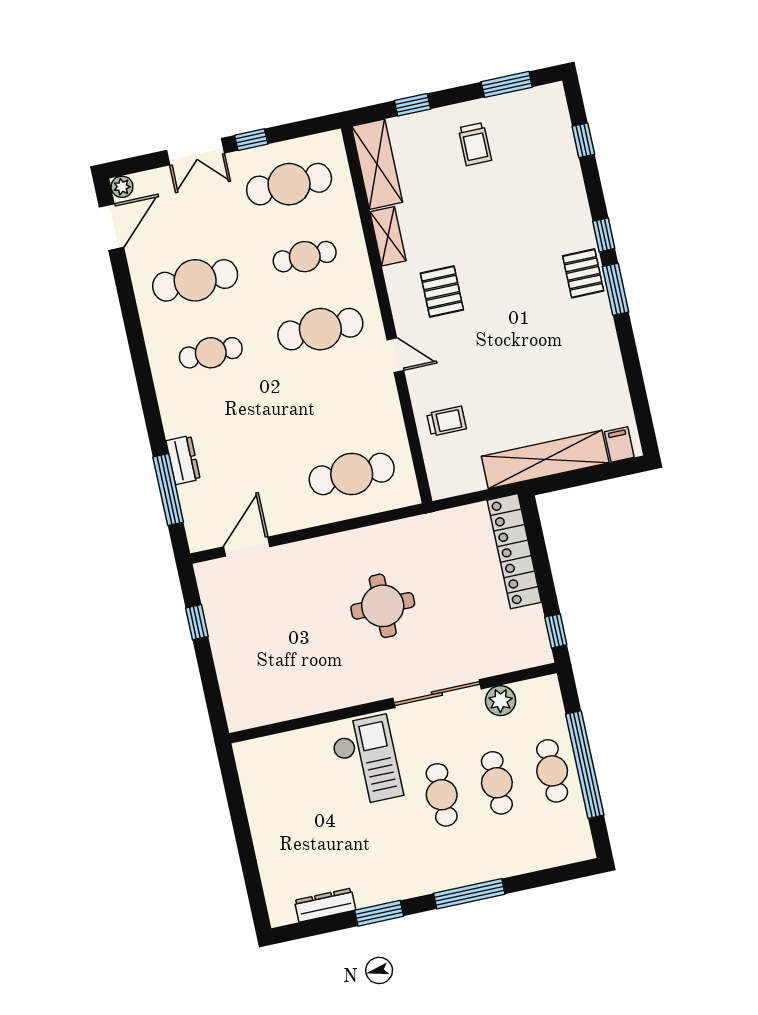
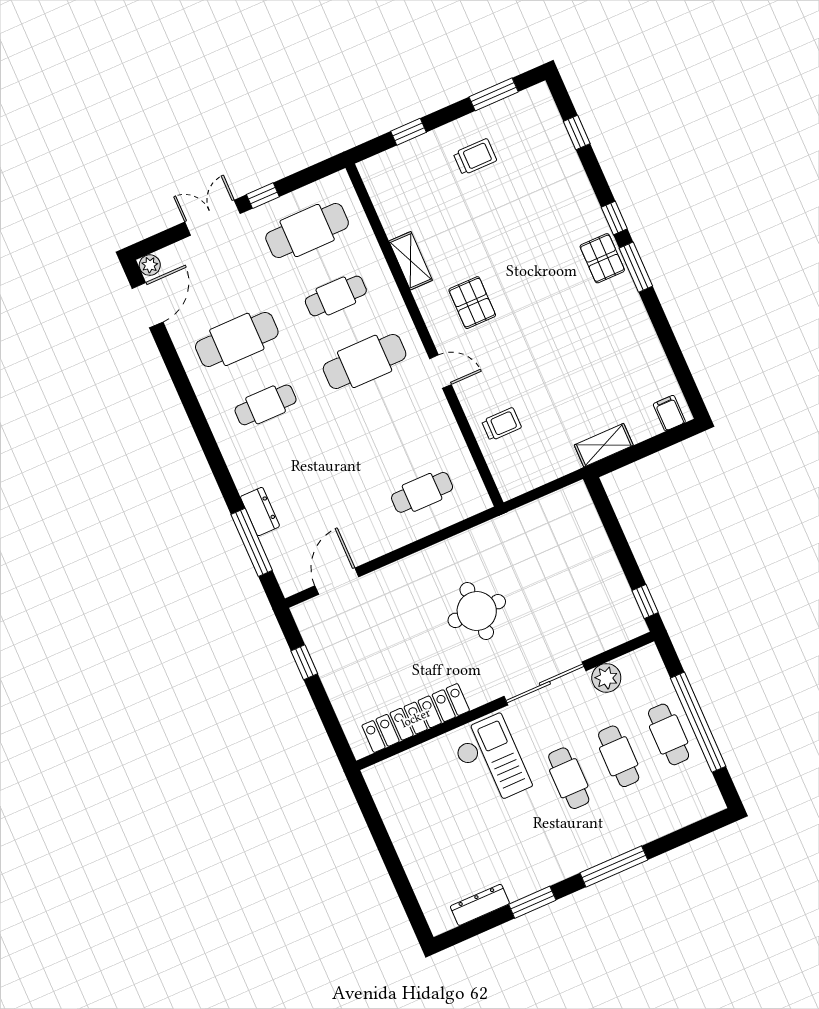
trolley: (475, 144) -> (475, 157), turned -90
double door: (196, 152) -> (212, 218), swing flipped
shelving: (377, 164) -> (386, 195), removed
shelving: (545, 459) -> (604, 445), width x0.45, depth x0.75
cafe table: (352, 474) -> (422, 492), width x0.73, depth x0.74
locker: (514, 551) -> (416, 718), moved, turned 90

